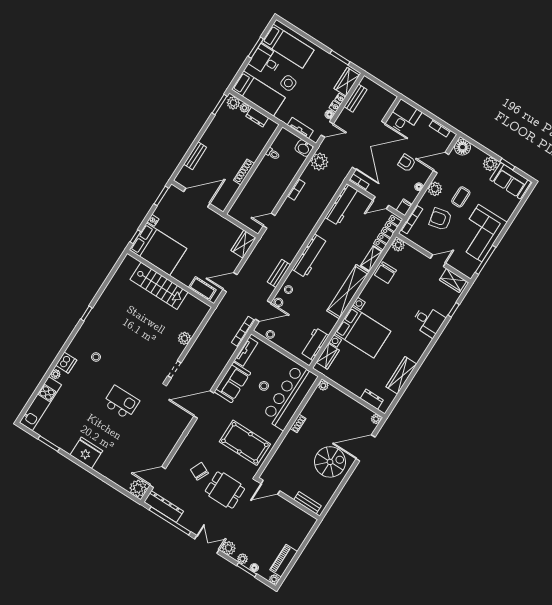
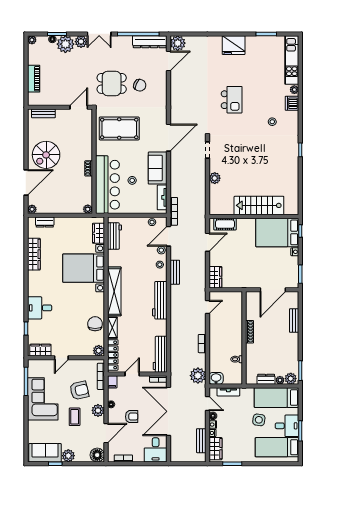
door: (327, 129) -> (207, 403), swing flipped
kitchen island: (121, 402) -> (232, 100), turned -90
plant: (242, 559) -> (65, 44), width x1.87, depth x1.87
piano: (284, 561) -> (34, 79), moved

